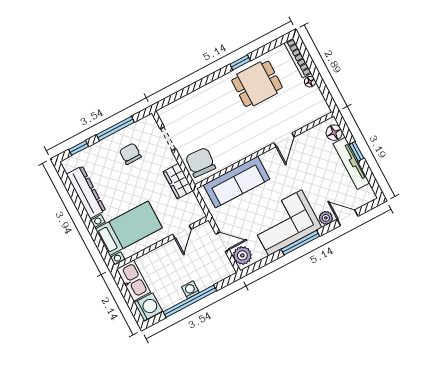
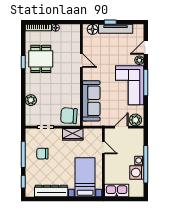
plant: (194, 100) -> (31, 100), added
washing machine: (148, 307) -> (137, 173), moved, turned -90

